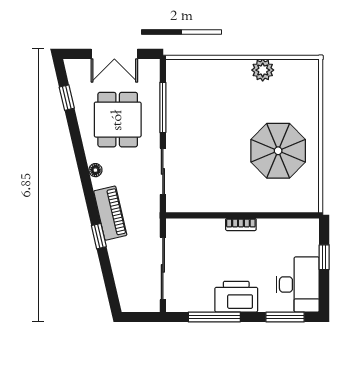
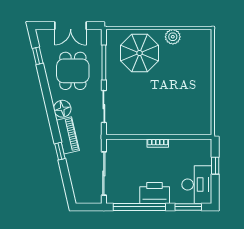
parasol: (278, 151) -> (140, 53), moved
floor lamp: (95, 170) -> (62, 109), width x1.89, depth x1.89
window: (214, 317) -> (139, 207), width x1.46

